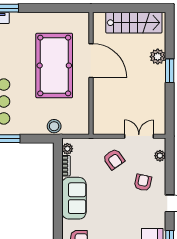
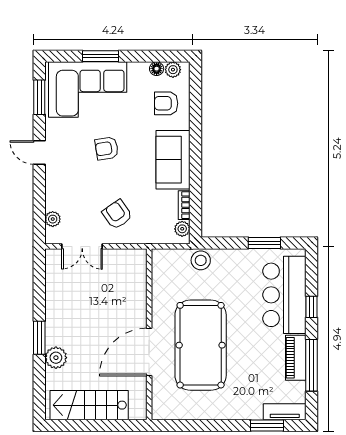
door: (91, 61) -> (149, 352), hinge flipped
armchair: (143, 183) -> (107, 148), moved, turned 69

